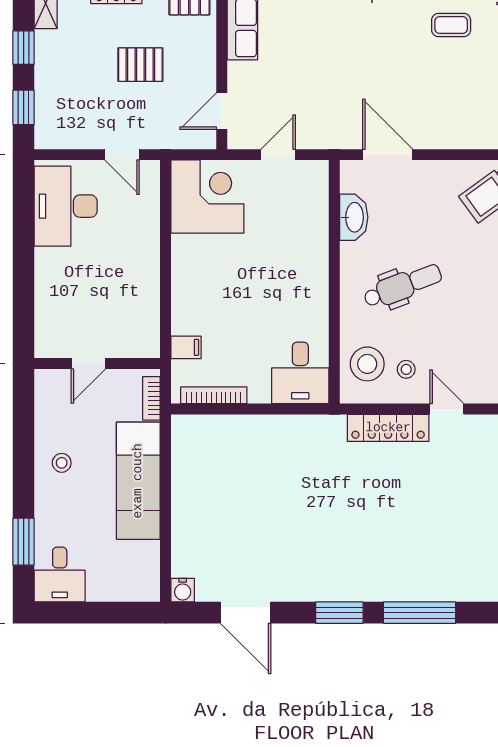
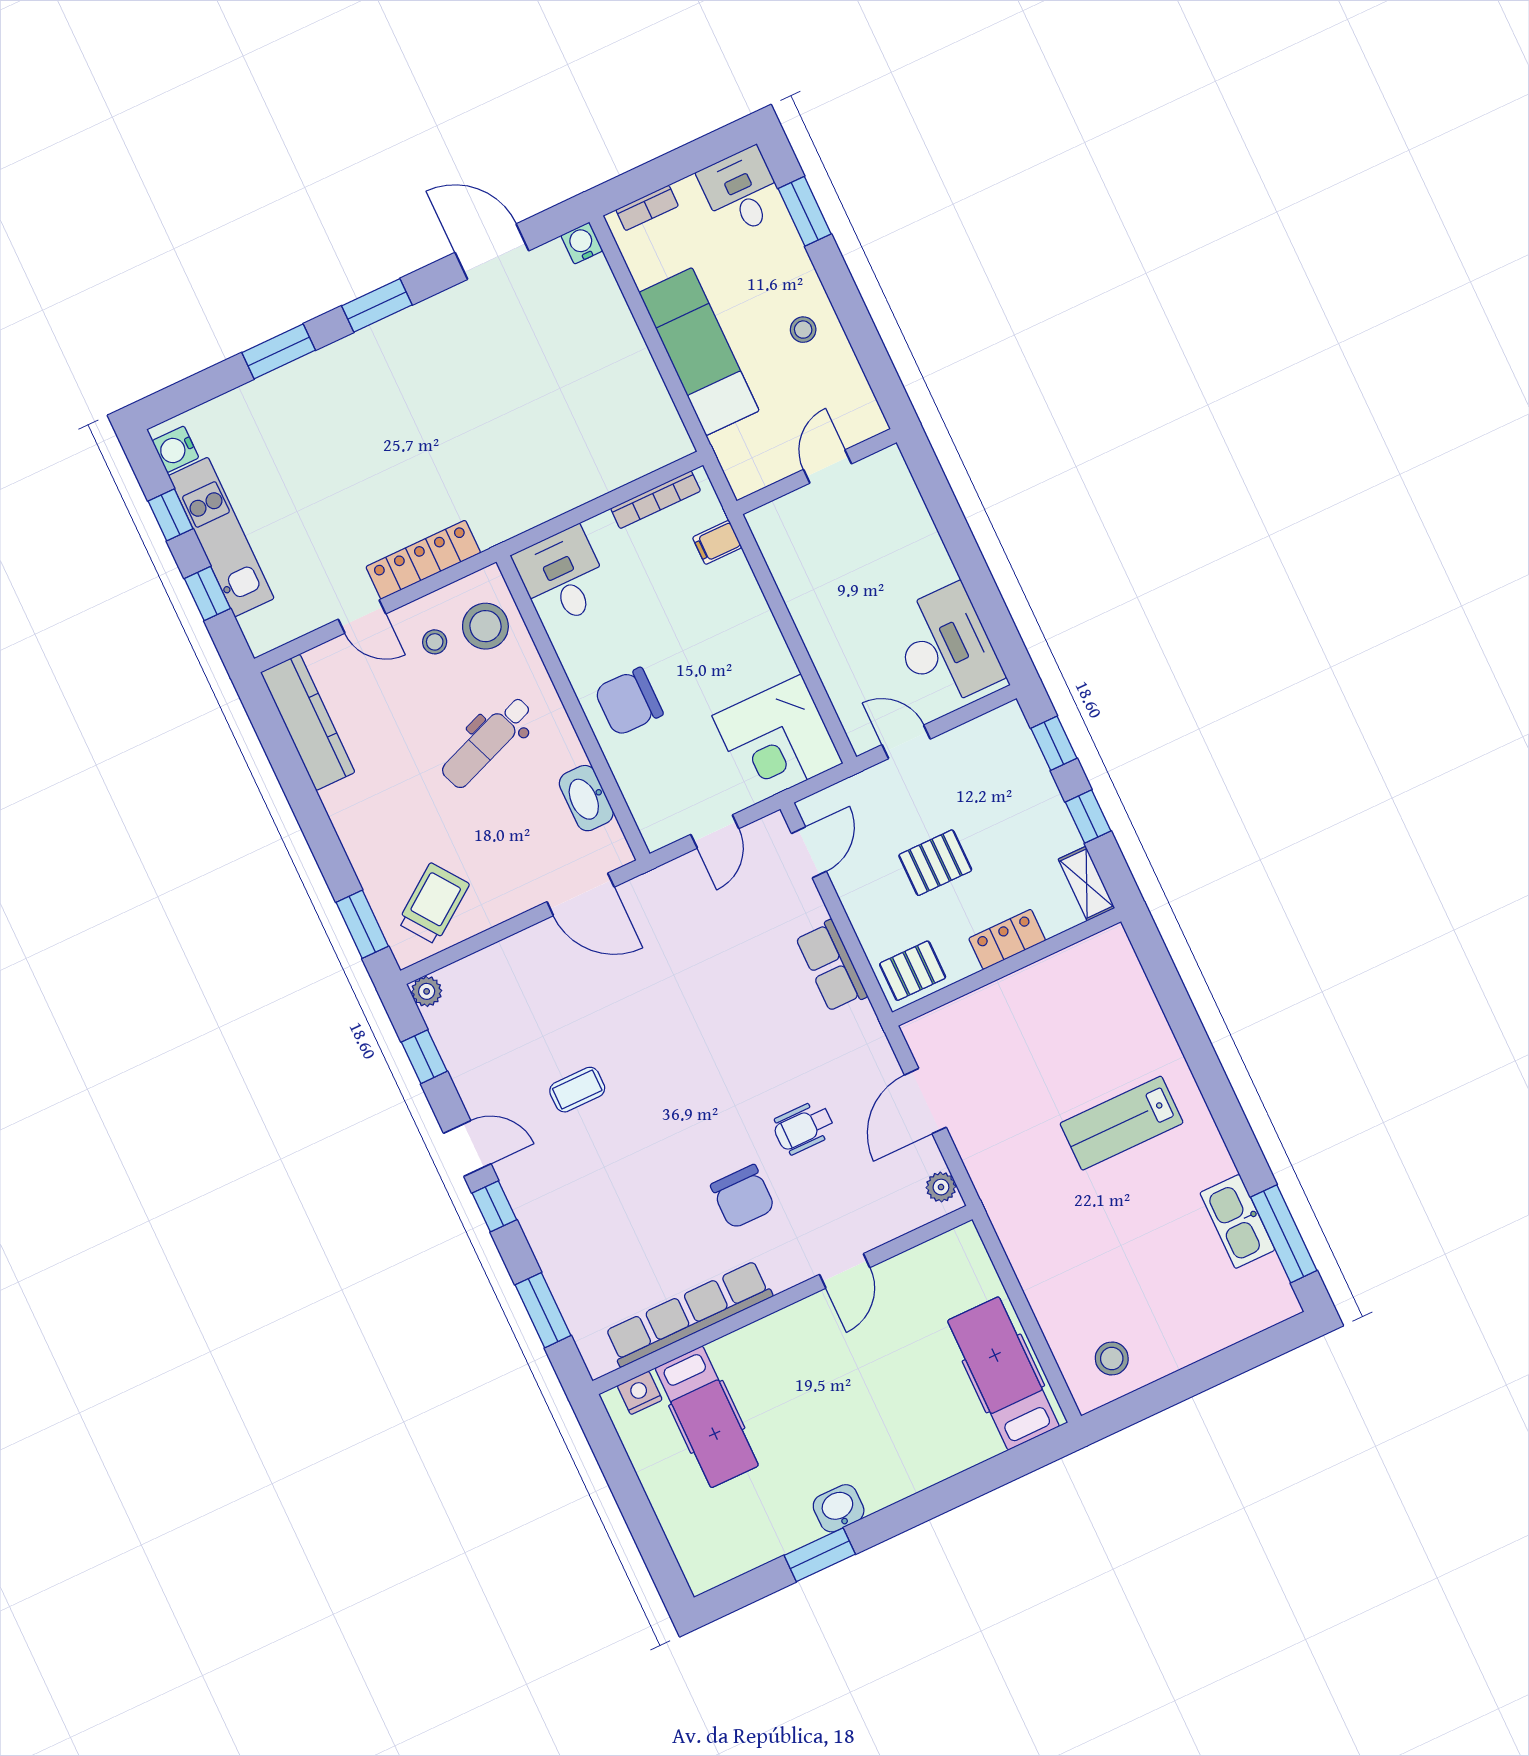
chair: (295, 268) -> (629, 702), added
bookcase: (151, 398) -> (647, 208), moved, turned 90
window: (420, 613) -> (279, 351), width x0.69

